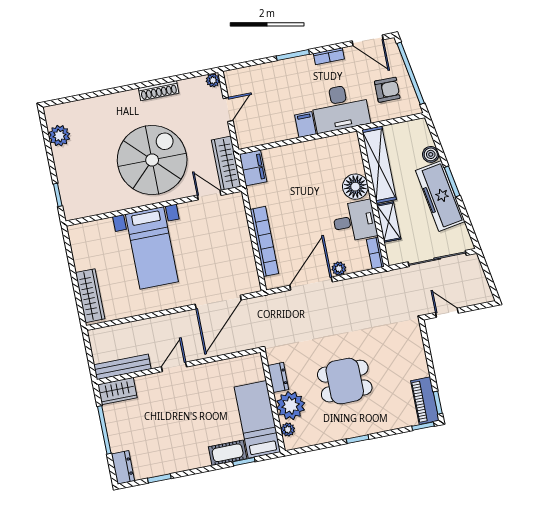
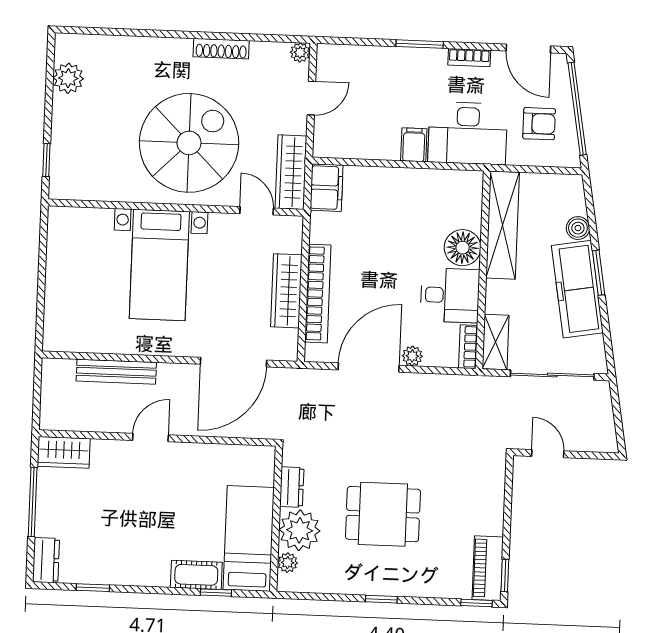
shelving: (389, 222) -> (496, 342), moved
wardrobe: (90, 296) -> (286, 291), moved, turned 180
bench: (122, 367) -> (116, 372), moved

